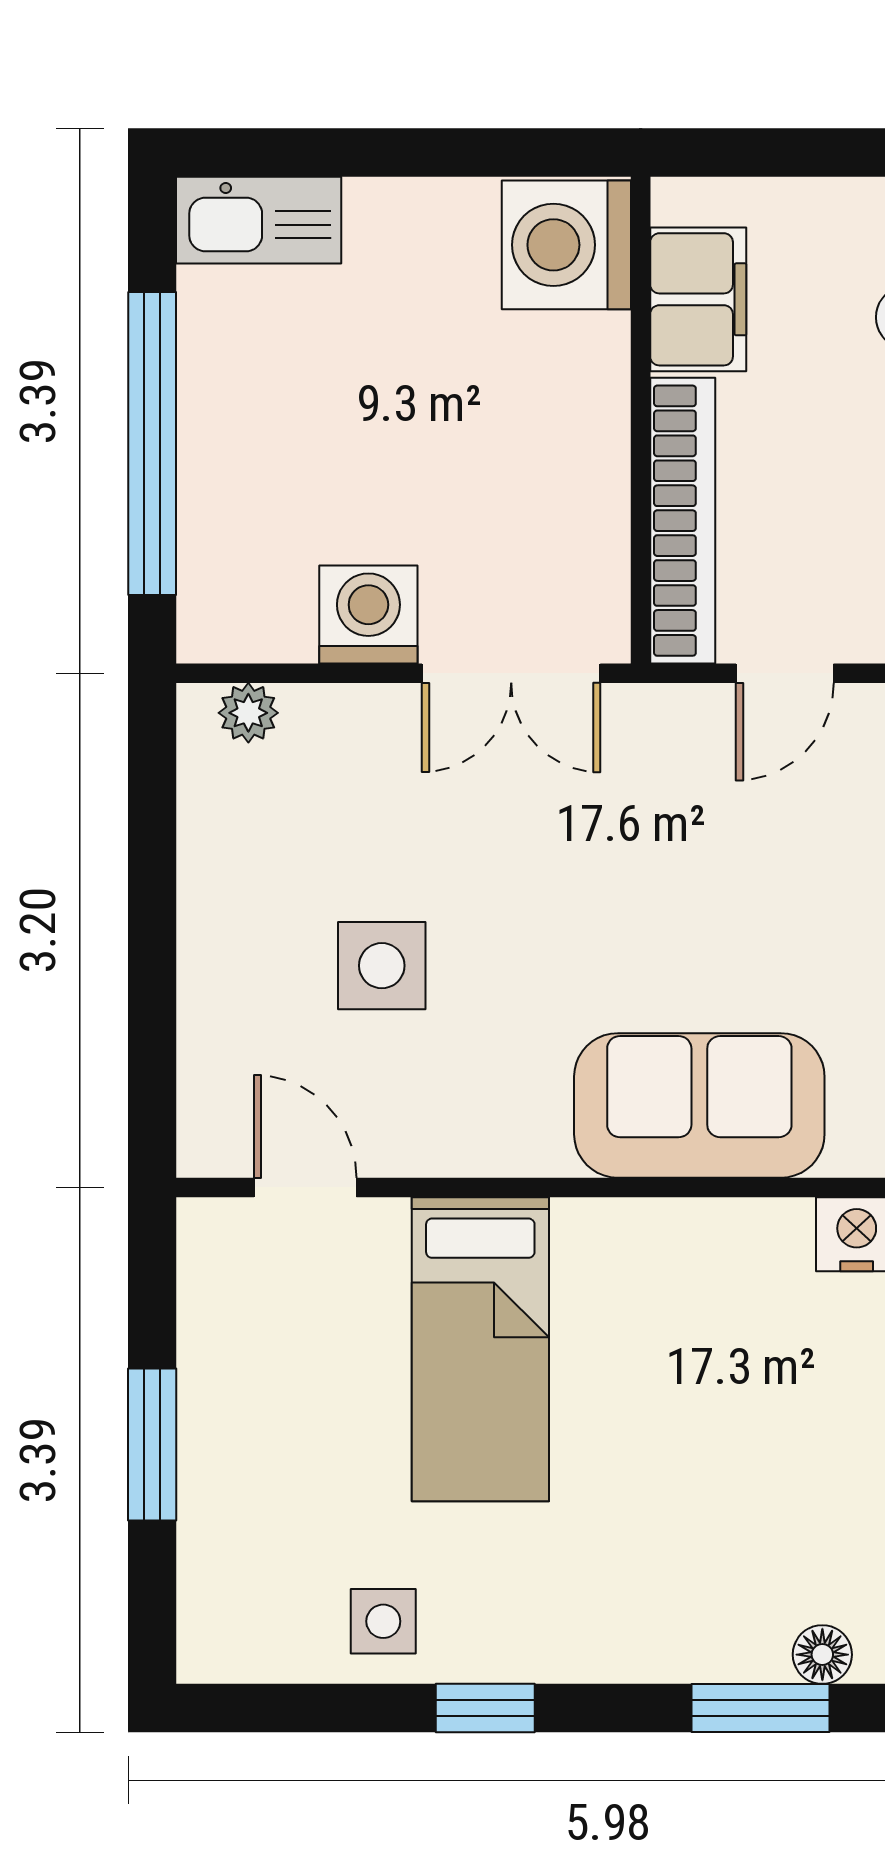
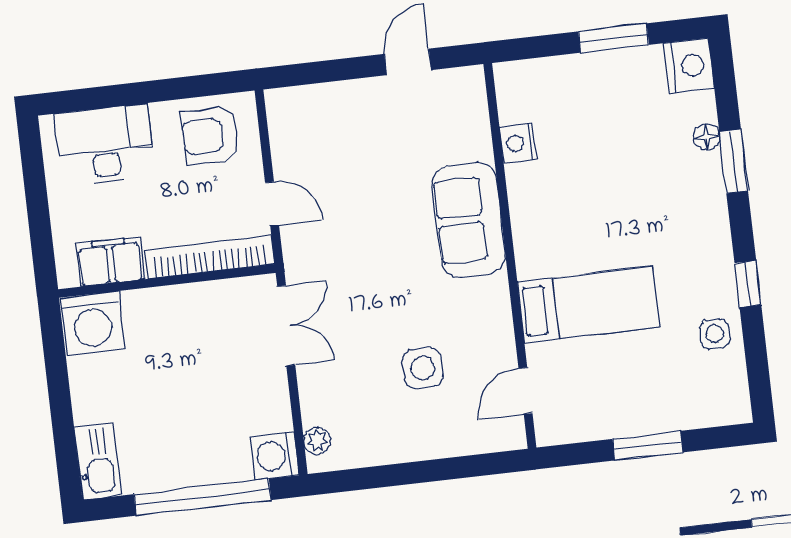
washing machine: (368, 615) -> (275, 456), moved

